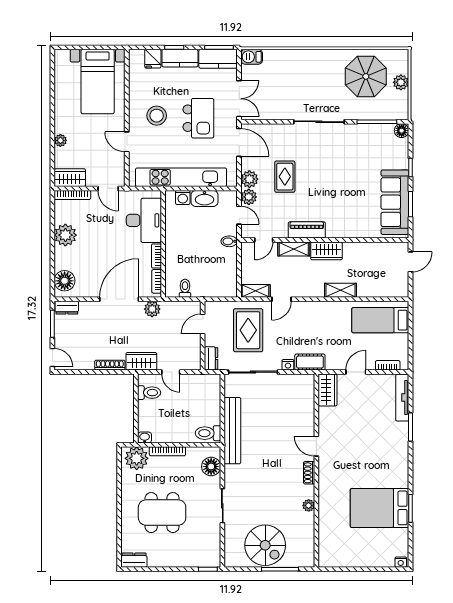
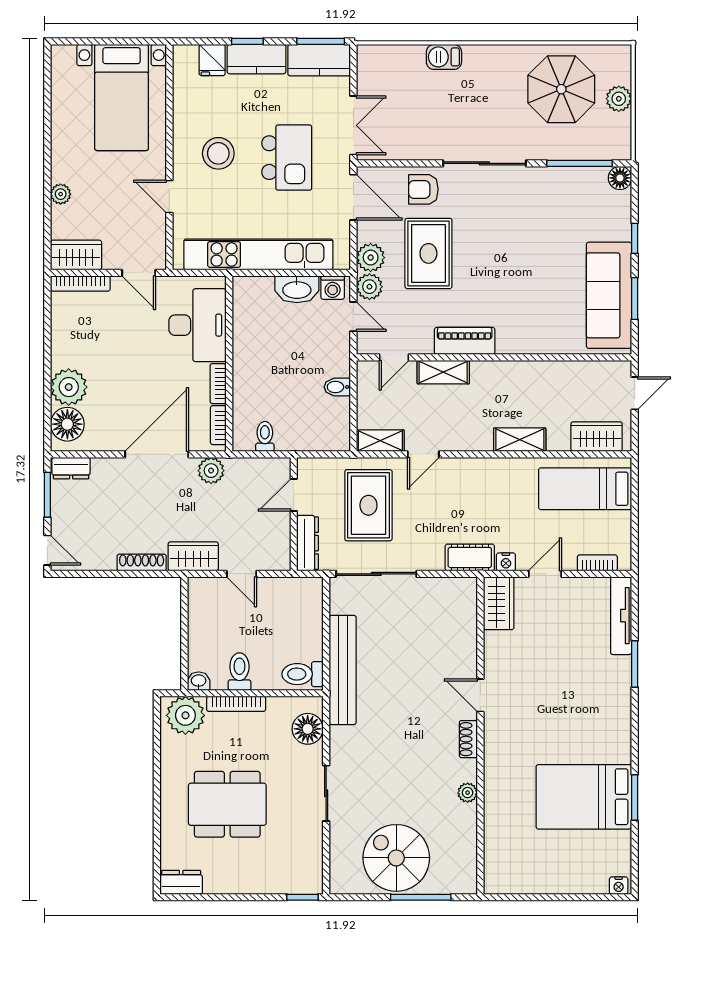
barbecue: (252, 57) -> (444, 57), moved
armchair: (282, 138) -> (423, 189), added
rug: (285, 177) -> (428, 253), width x1.36, depth x1.43
washing machine: (183, 197) -> (333, 288), moved
plant: (65, 235) -> (69, 387), moved
bidet: (229, 241) -> (337, 387), moved
wardrobe: (327, 251) -> (597, 437), moved, turned 180
dresser: (211, 358) -> (308, 543), width x1.44
nightstand: (288, 365) -> (506, 562), moved
toilet: (149, 393) -> (239, 672), moved, turned -90
spiral stairs: (265, 545) -> (396, 858), turned 180

